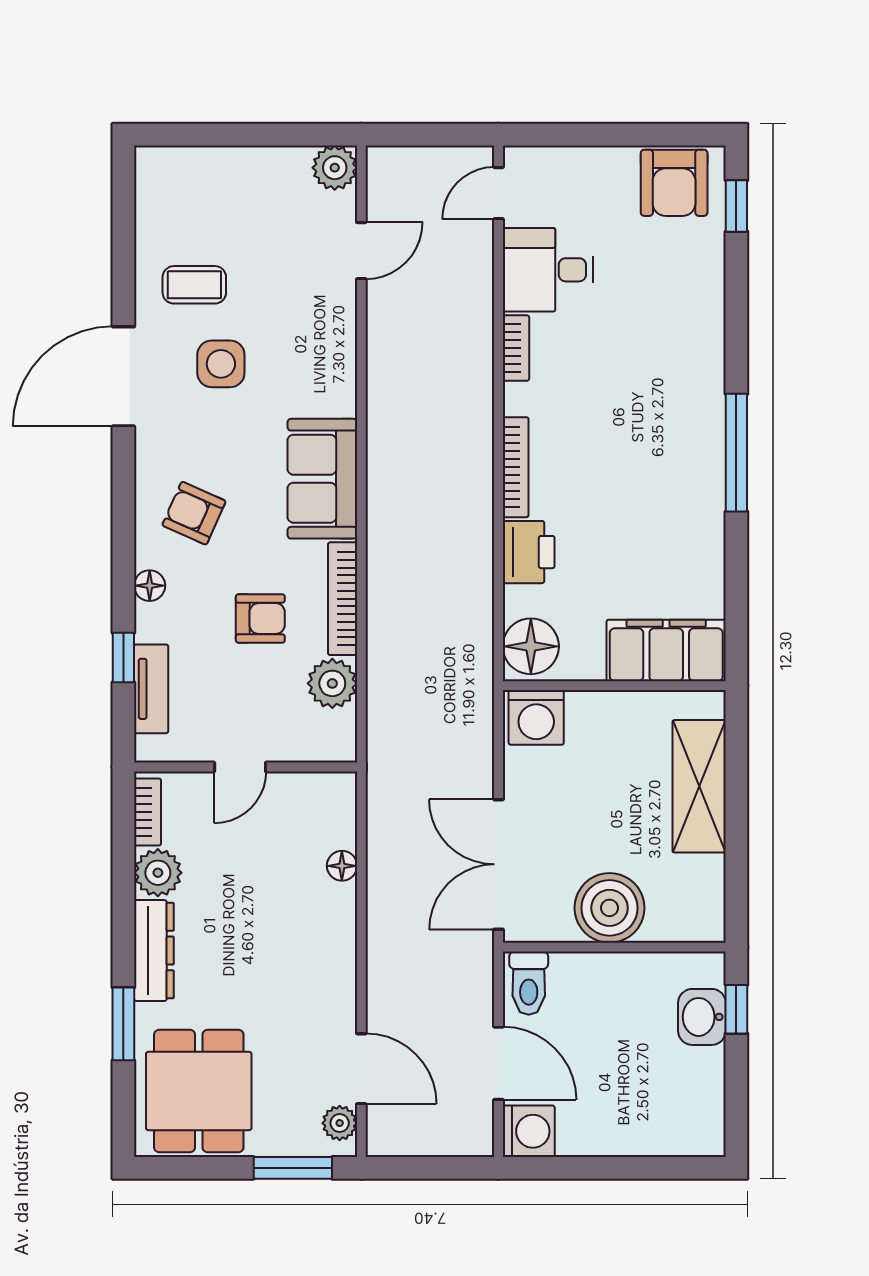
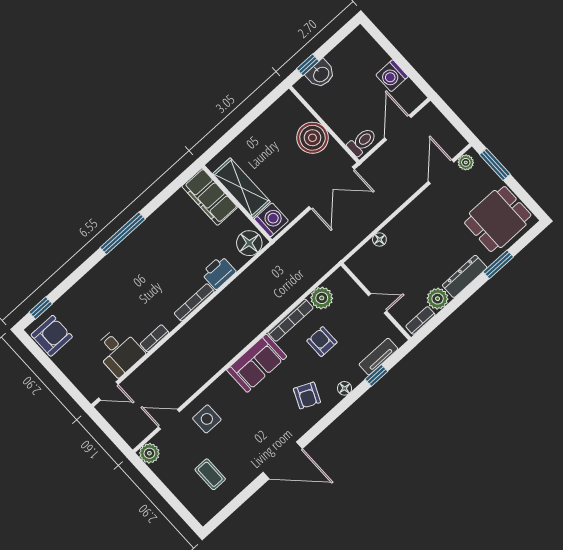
coffee table: (194, 285) -> (210, 474), moved
side table: (221, 364) -> (207, 419), moved
shelving: (699, 786) -> (242, 188), moved, turned 90
washing machine: (529, 1131) -> (392, 76), moved, turned -90

